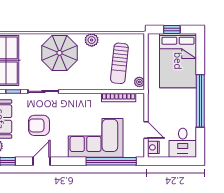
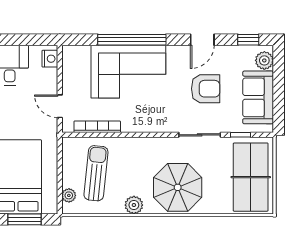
window: (172, 29) -> (25, 219), width x1.50
plant: (139, 82) -> (69, 195), moved
door: (146, 130) -> (60, 106), moved
window: (111, 161) -> (132, 40), moved

